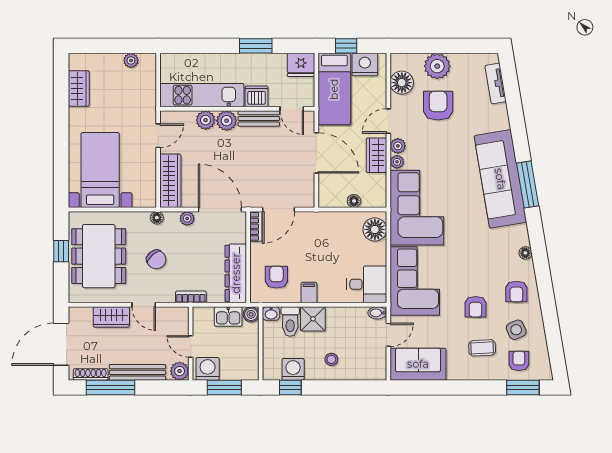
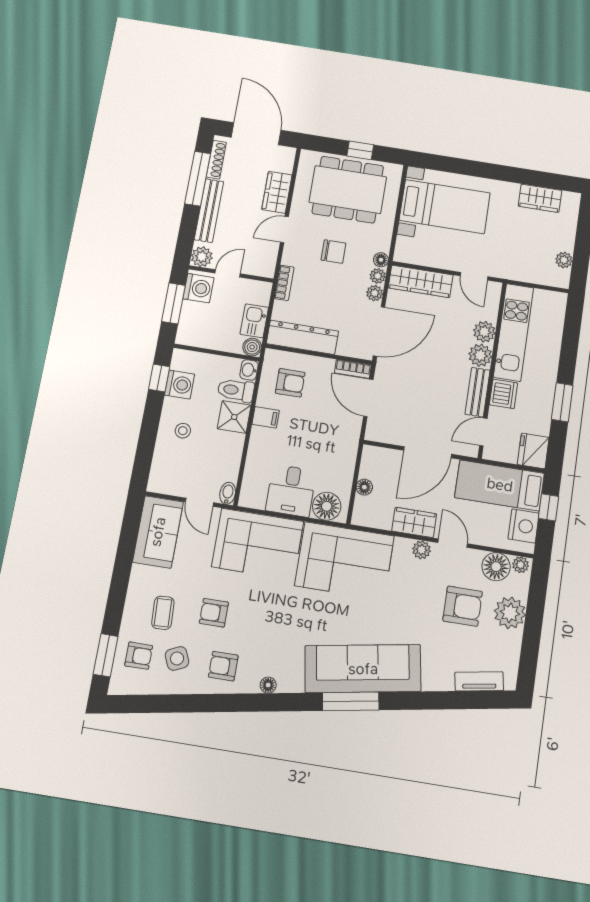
plant: (397, 162) -> (521, 565), moved
plant: (172, 218) -> (378, 276), added
chair: (156, 259) -> (333, 252), turned -139
desk: (367, 284) -> (291, 491), moved

